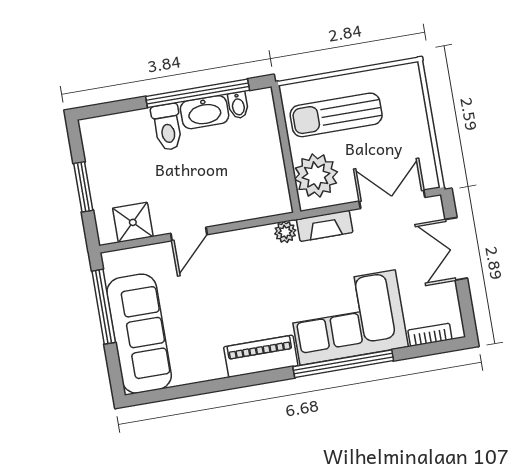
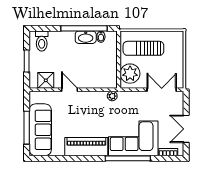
toilet: (167, 127) -> (42, 41), moved
fireplace: (325, 226) -> (130, 96), removed
door: (189, 234) -> (70, 90), swing flipped
double door: (456, 249) -> (186, 129), moved
window: (104, 307) -> (27, 128), moved
piano: (261, 356) -> (86, 147), width x1.37, depth x1.33

